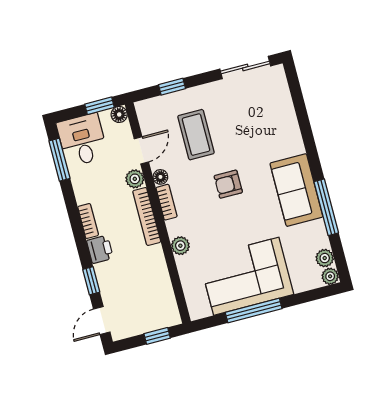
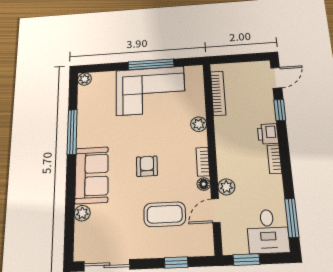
floor lamp: (119, 114) -> (230, 247), removed
coffee table: (196, 135) -> (165, 214), turned 90
armchair: (228, 184) -> (147, 166), turned -90
sofa: (296, 190) -> (92, 175), moved
bookcase: (147, 216) -> (218, 93), moved
plant: (325, 258) -> (82, 213), moved
window: (157, 336) -> (232, 59), removed

